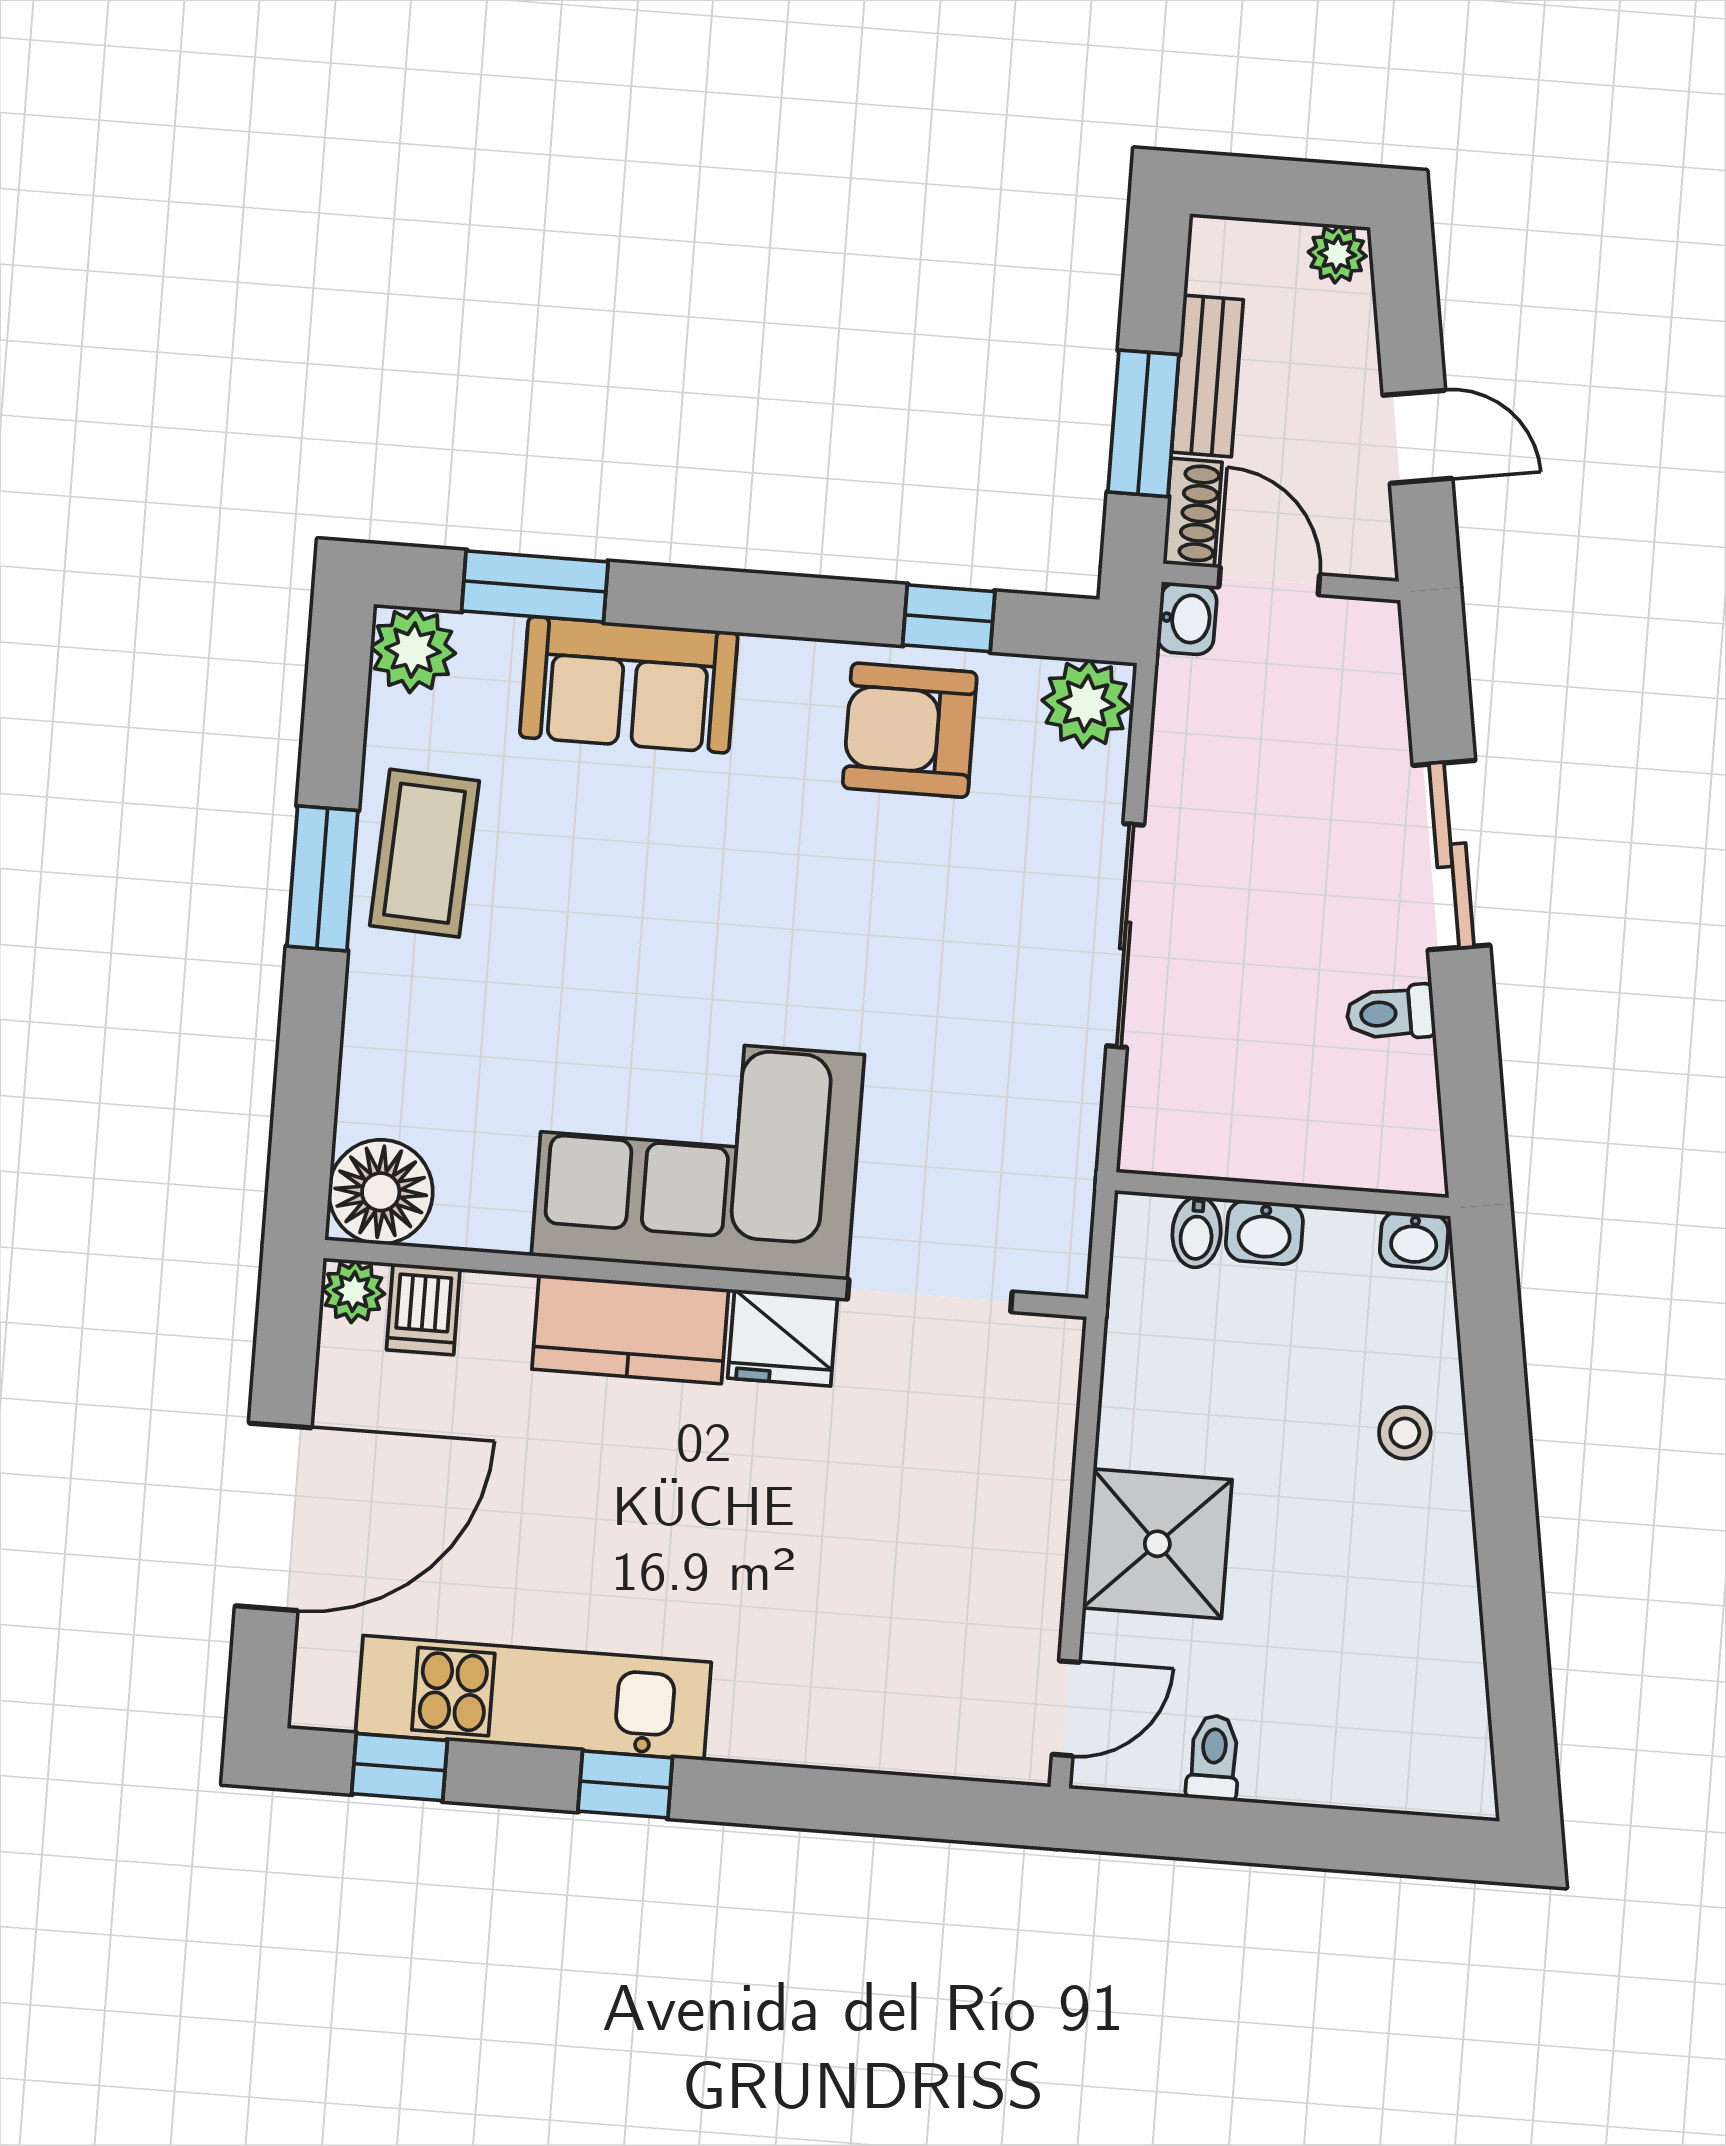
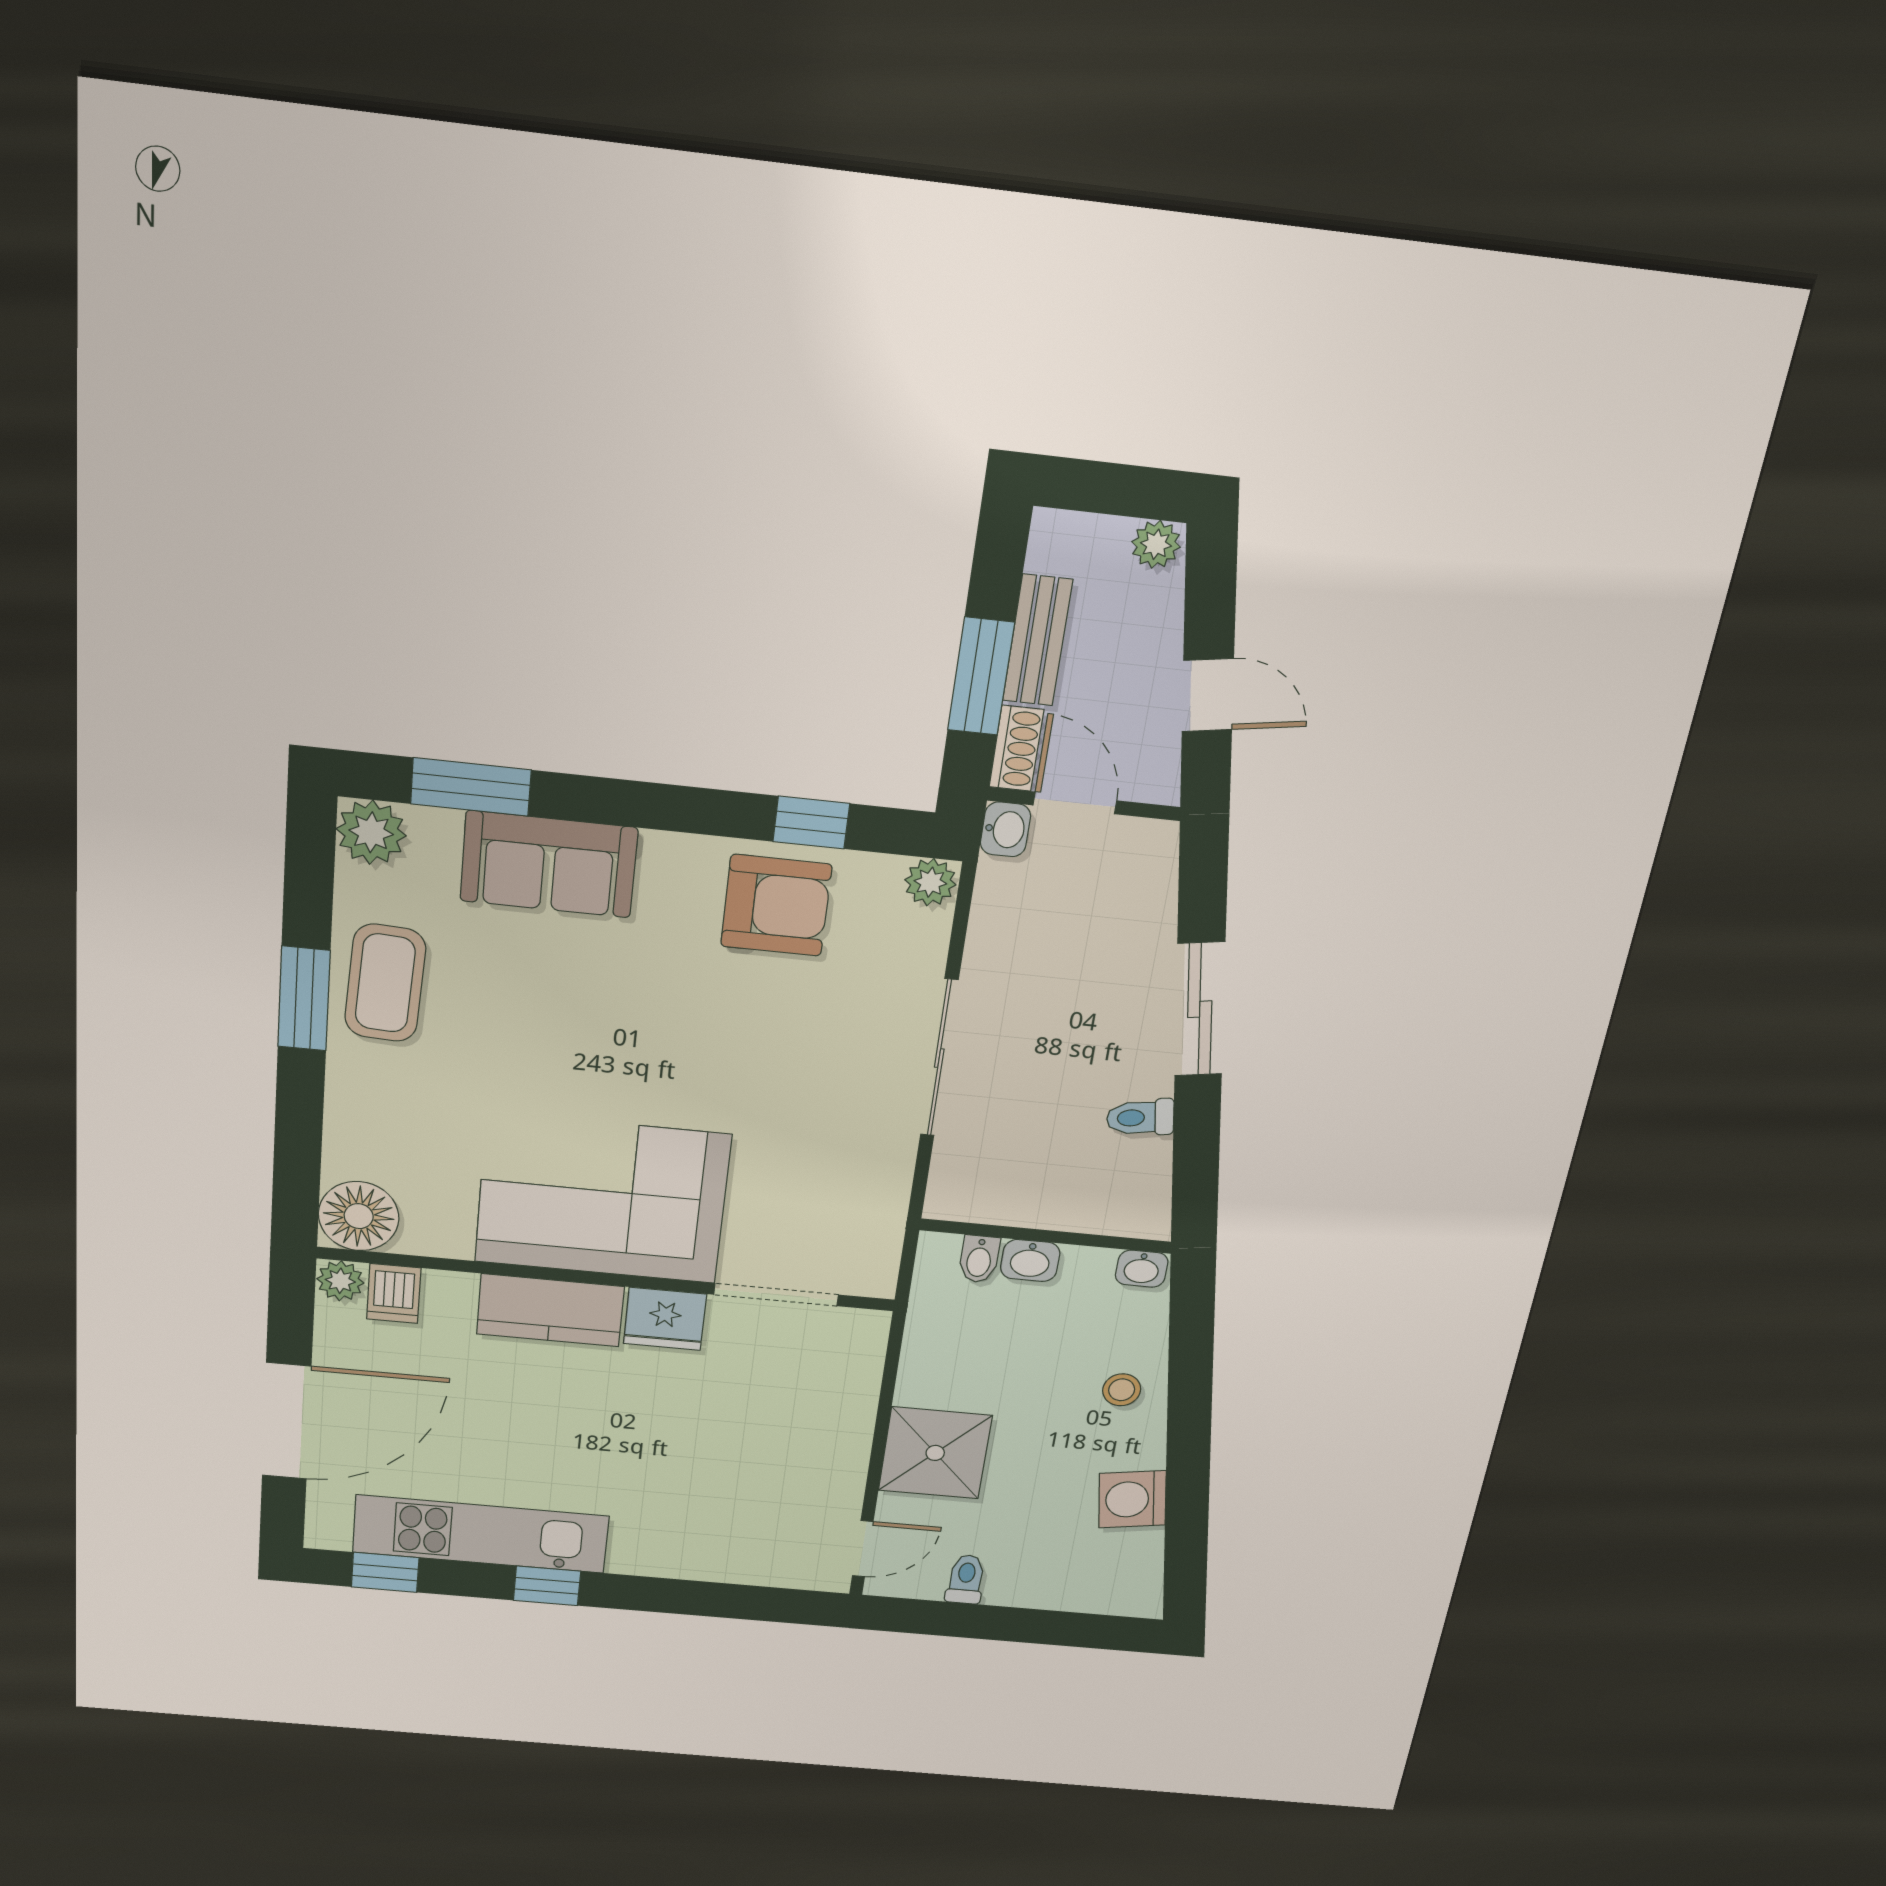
plant: (1086, 703) -> (930, 882), width x0.73, depth x0.73
armchair: (910, 730) -> (776, 905), turned 180
washing machine: (1437, 1614) -> (1132, 1499), added

